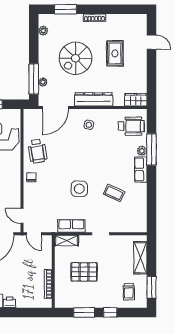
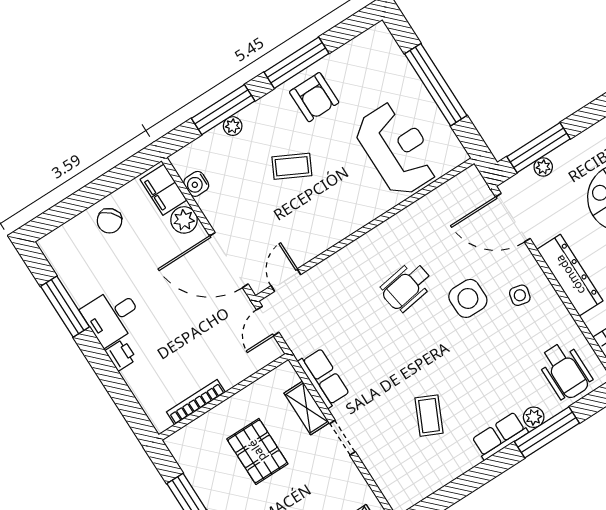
wheelchair: (37, 151) -> (406, 287), moved
chair: (31, 177) -> (364, 253), removed
side table: (79, 189) -> (468, 298), moved
shelving: (67, 241) -> (307, 408), moved

